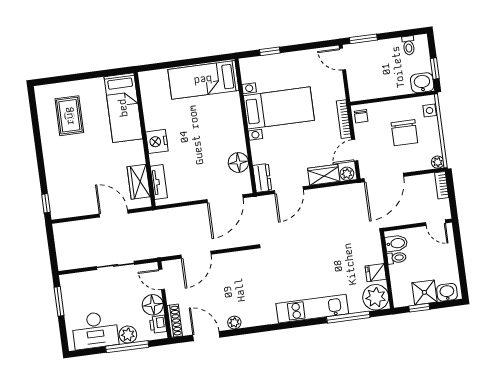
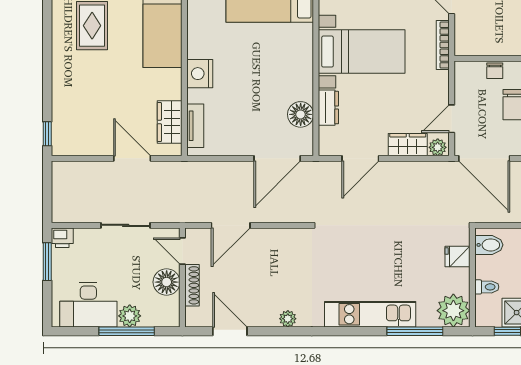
chair: (361, 116) -> (495, 71), moved
bookcase: (344, 119) -> (443, 45), moved
door: (384, 177) -> (484, 158), hinge flipped
dresser: (262, 178) -> (328, 108), moved
toilet: (397, 258) -> (487, 287), moved
fridge: (376, 273) -> (458, 256), moved
shoe rack: (175, 321) -> (192, 285), moved
plant: (234, 323) -> (288, 319), moved
printer: (158, 324) -> (62, 238), moved, turned -90

